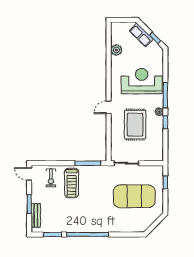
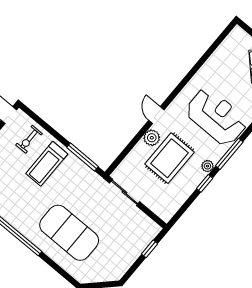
plant: (116, 50) -> (152, 138), moved
door: (109, 107) -> (156, 115), hinge flipped
exercise mat: (134, 196) -> (69, 233), moved

